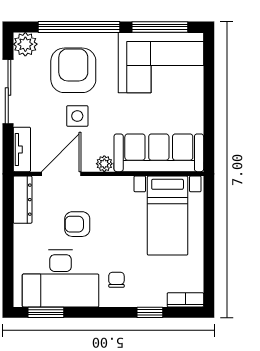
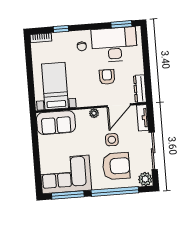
armchair: (73, 70) -> (116, 166), turned -90
sofa: (159, 153) -> (56, 123), width x0.73
armchair: (77, 224) -> (107, 77), turned -90

